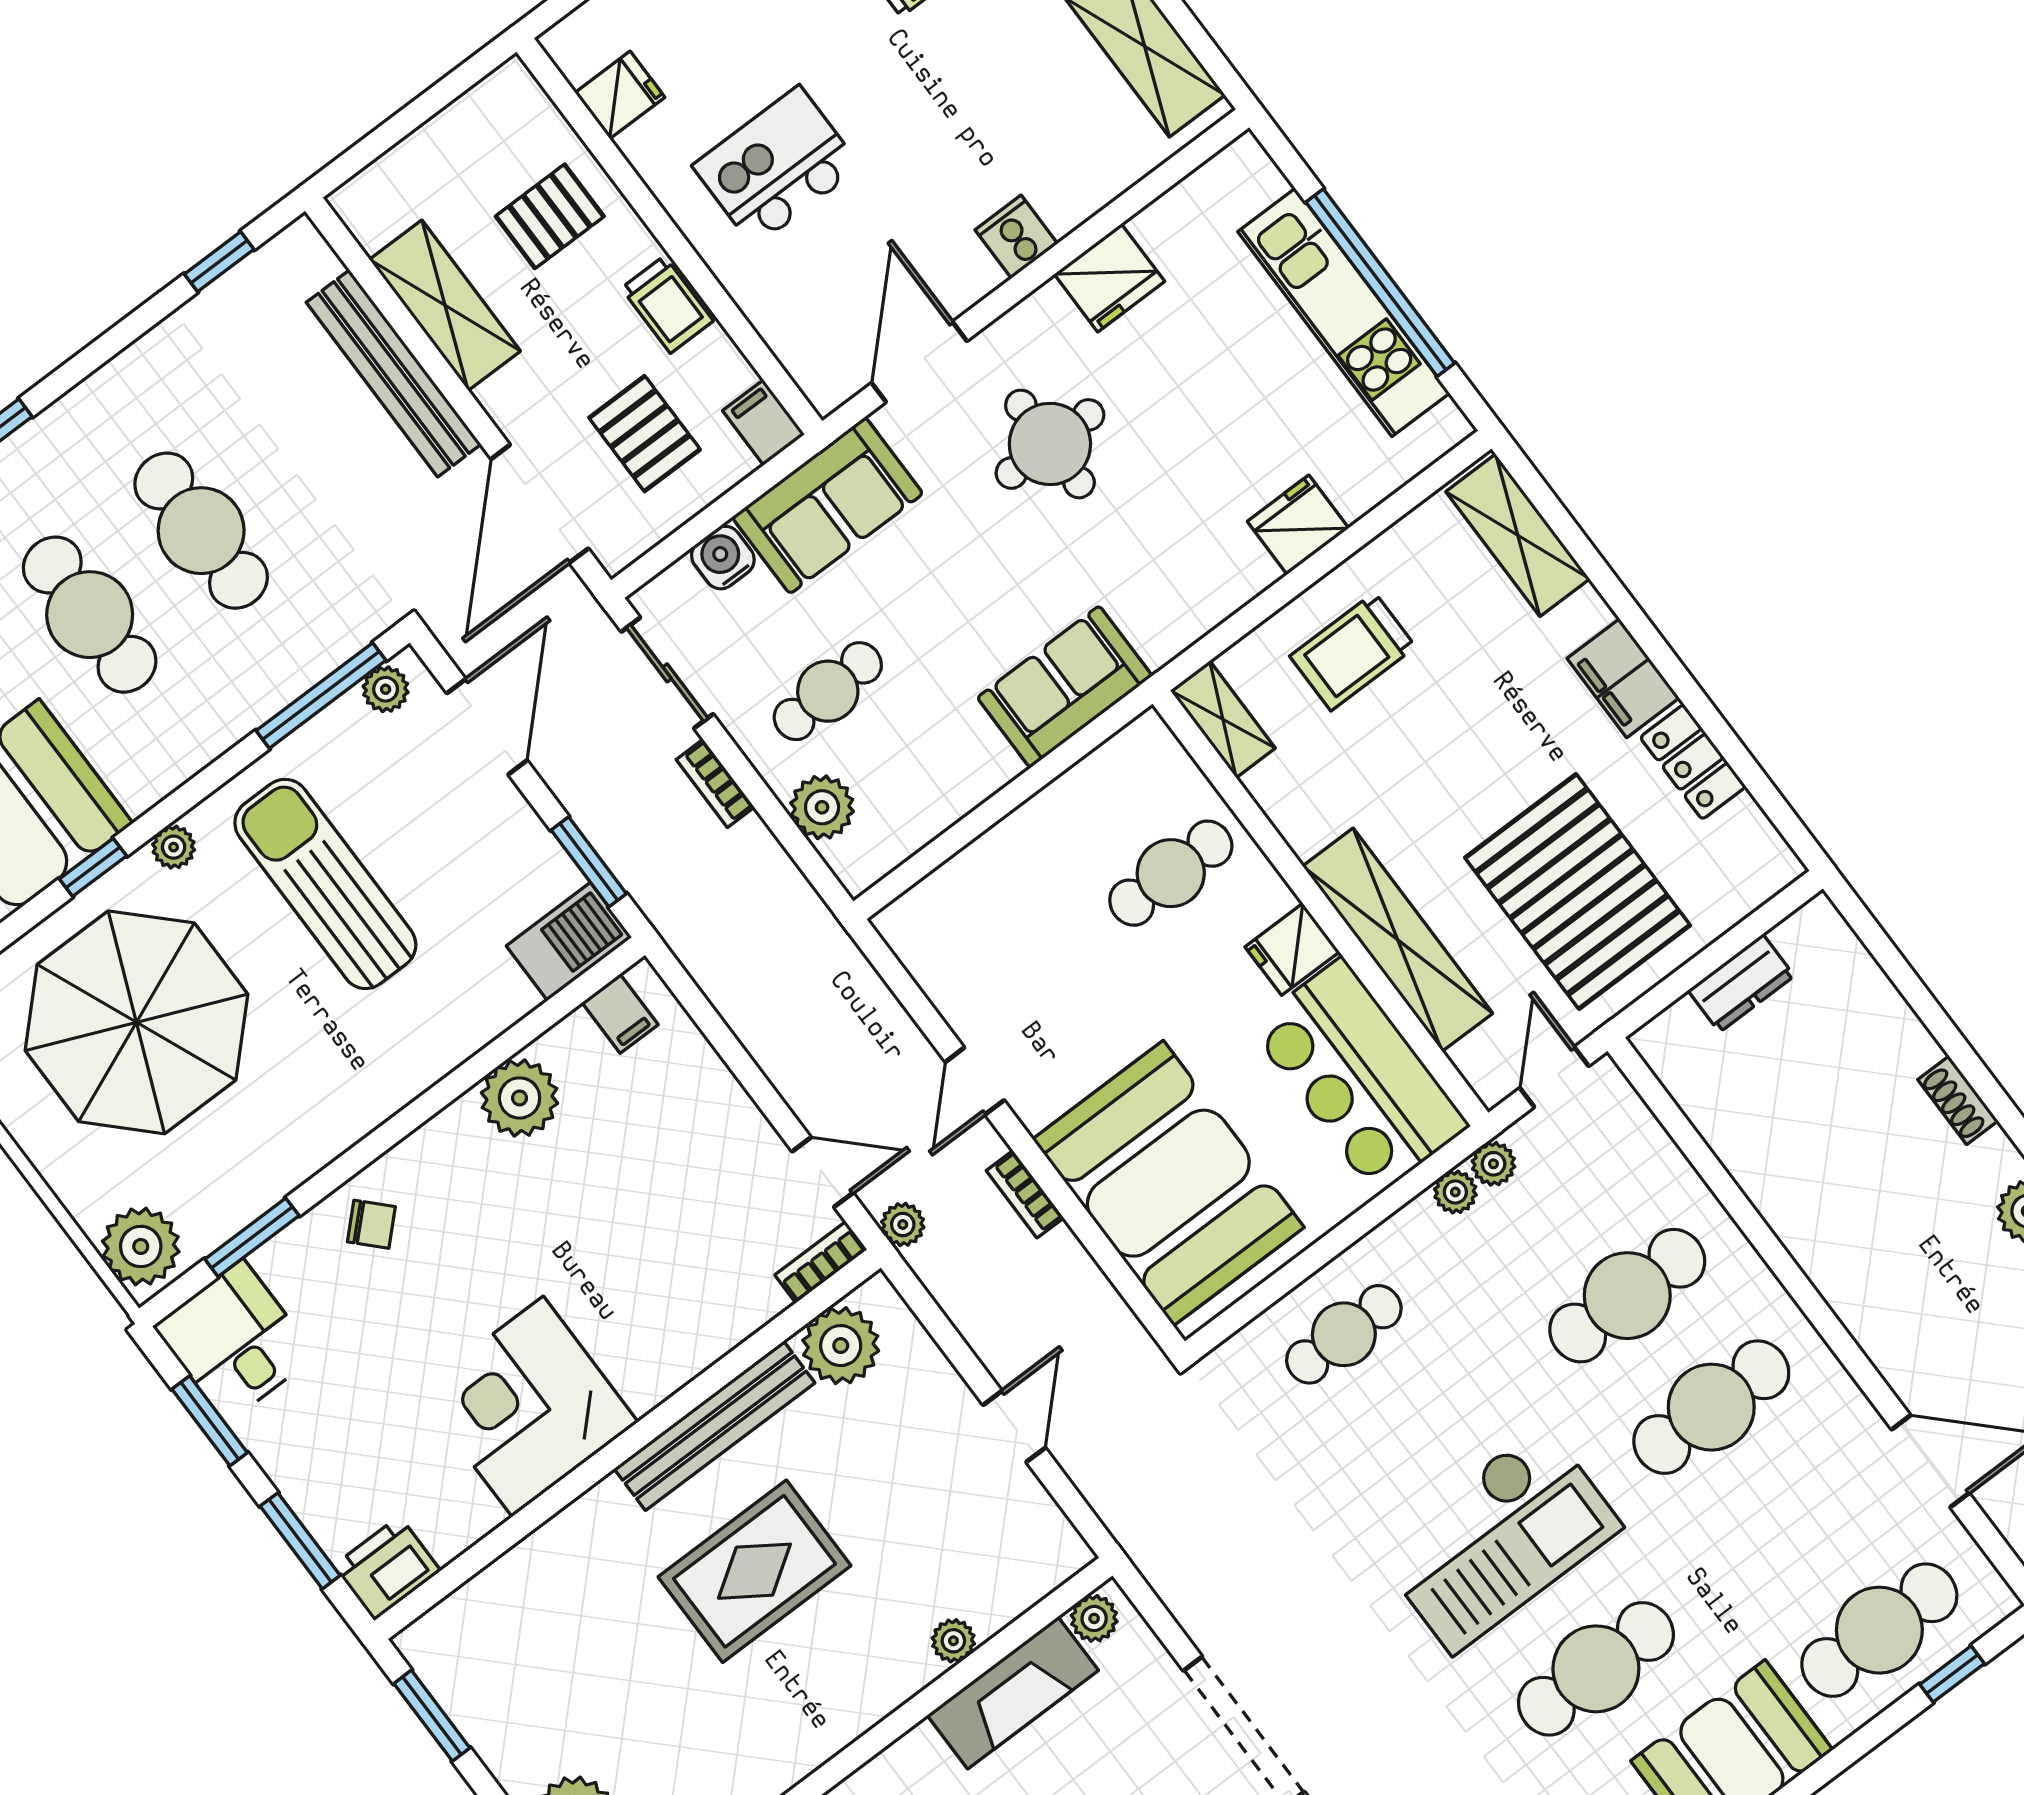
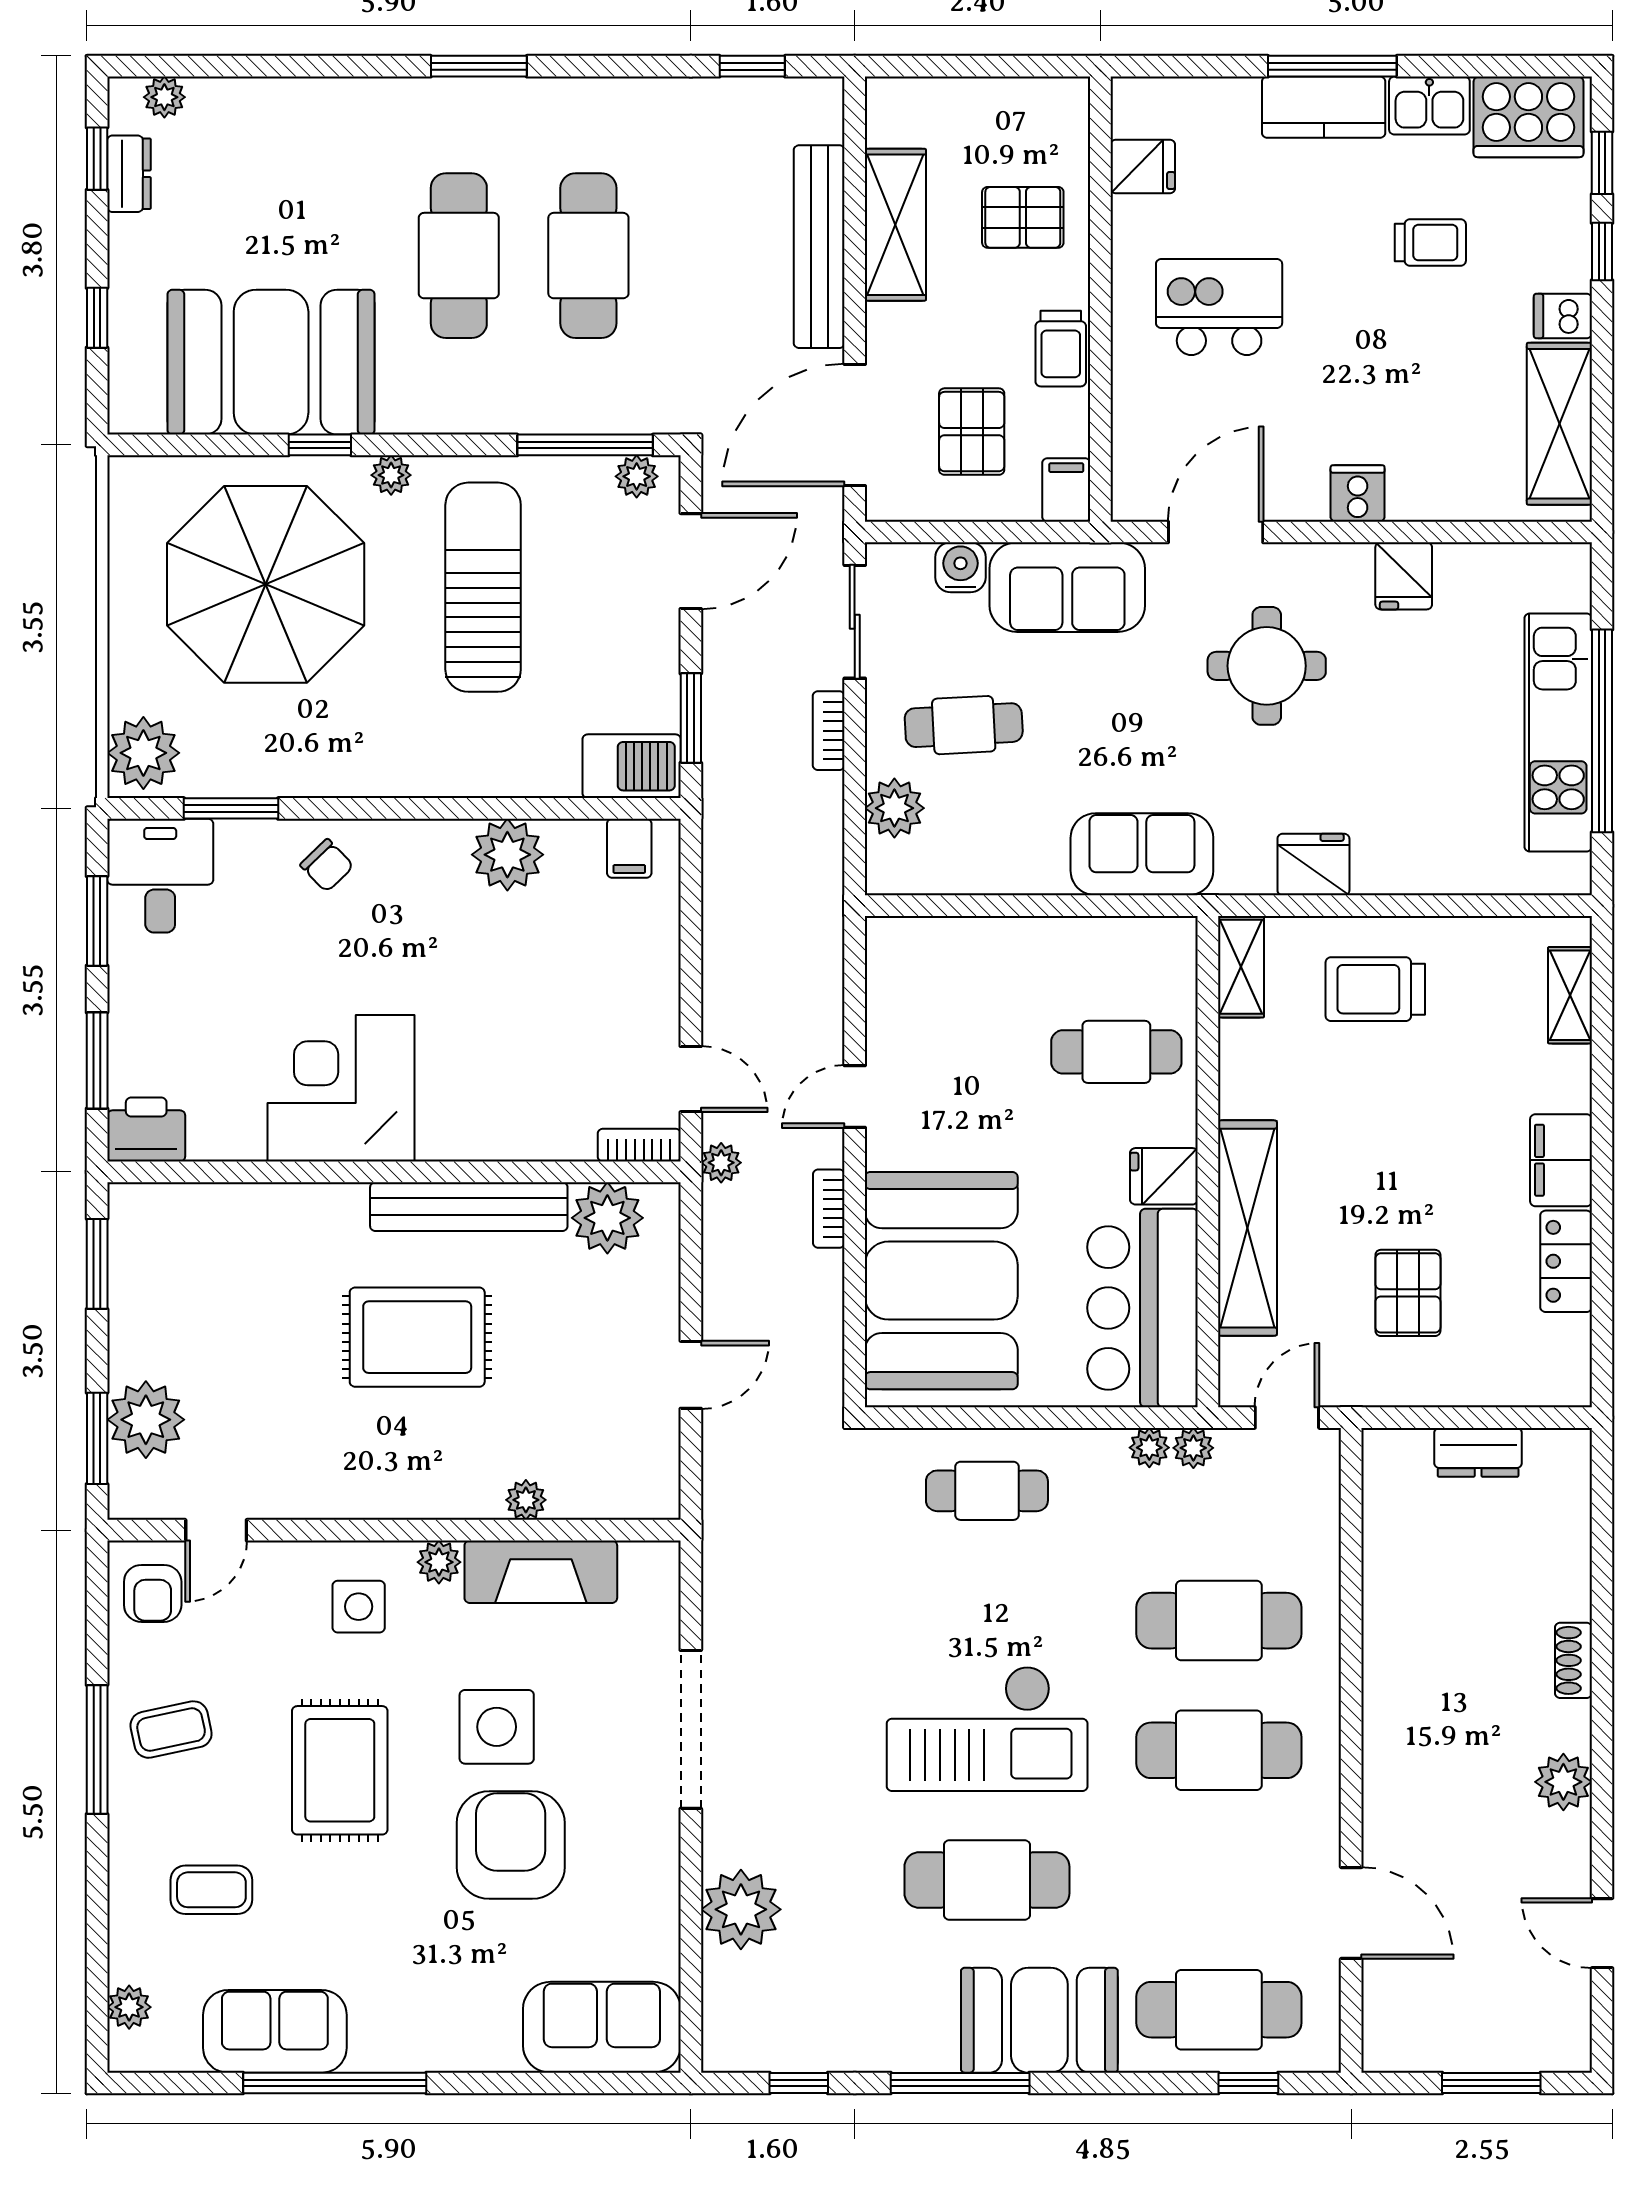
fridge: (1109, 278) -> (1404, 576), width x0.72
fridge: (1298, 525) -> (1313, 865), moved
shelving: (1518, 535) -> (1570, 995), width x0.67, depth x0.75
pallet: (1577, 891) -> (1408, 1293), width x0.49, depth x0.50
plant: (1094, 1618) -> (439, 1562), moved

